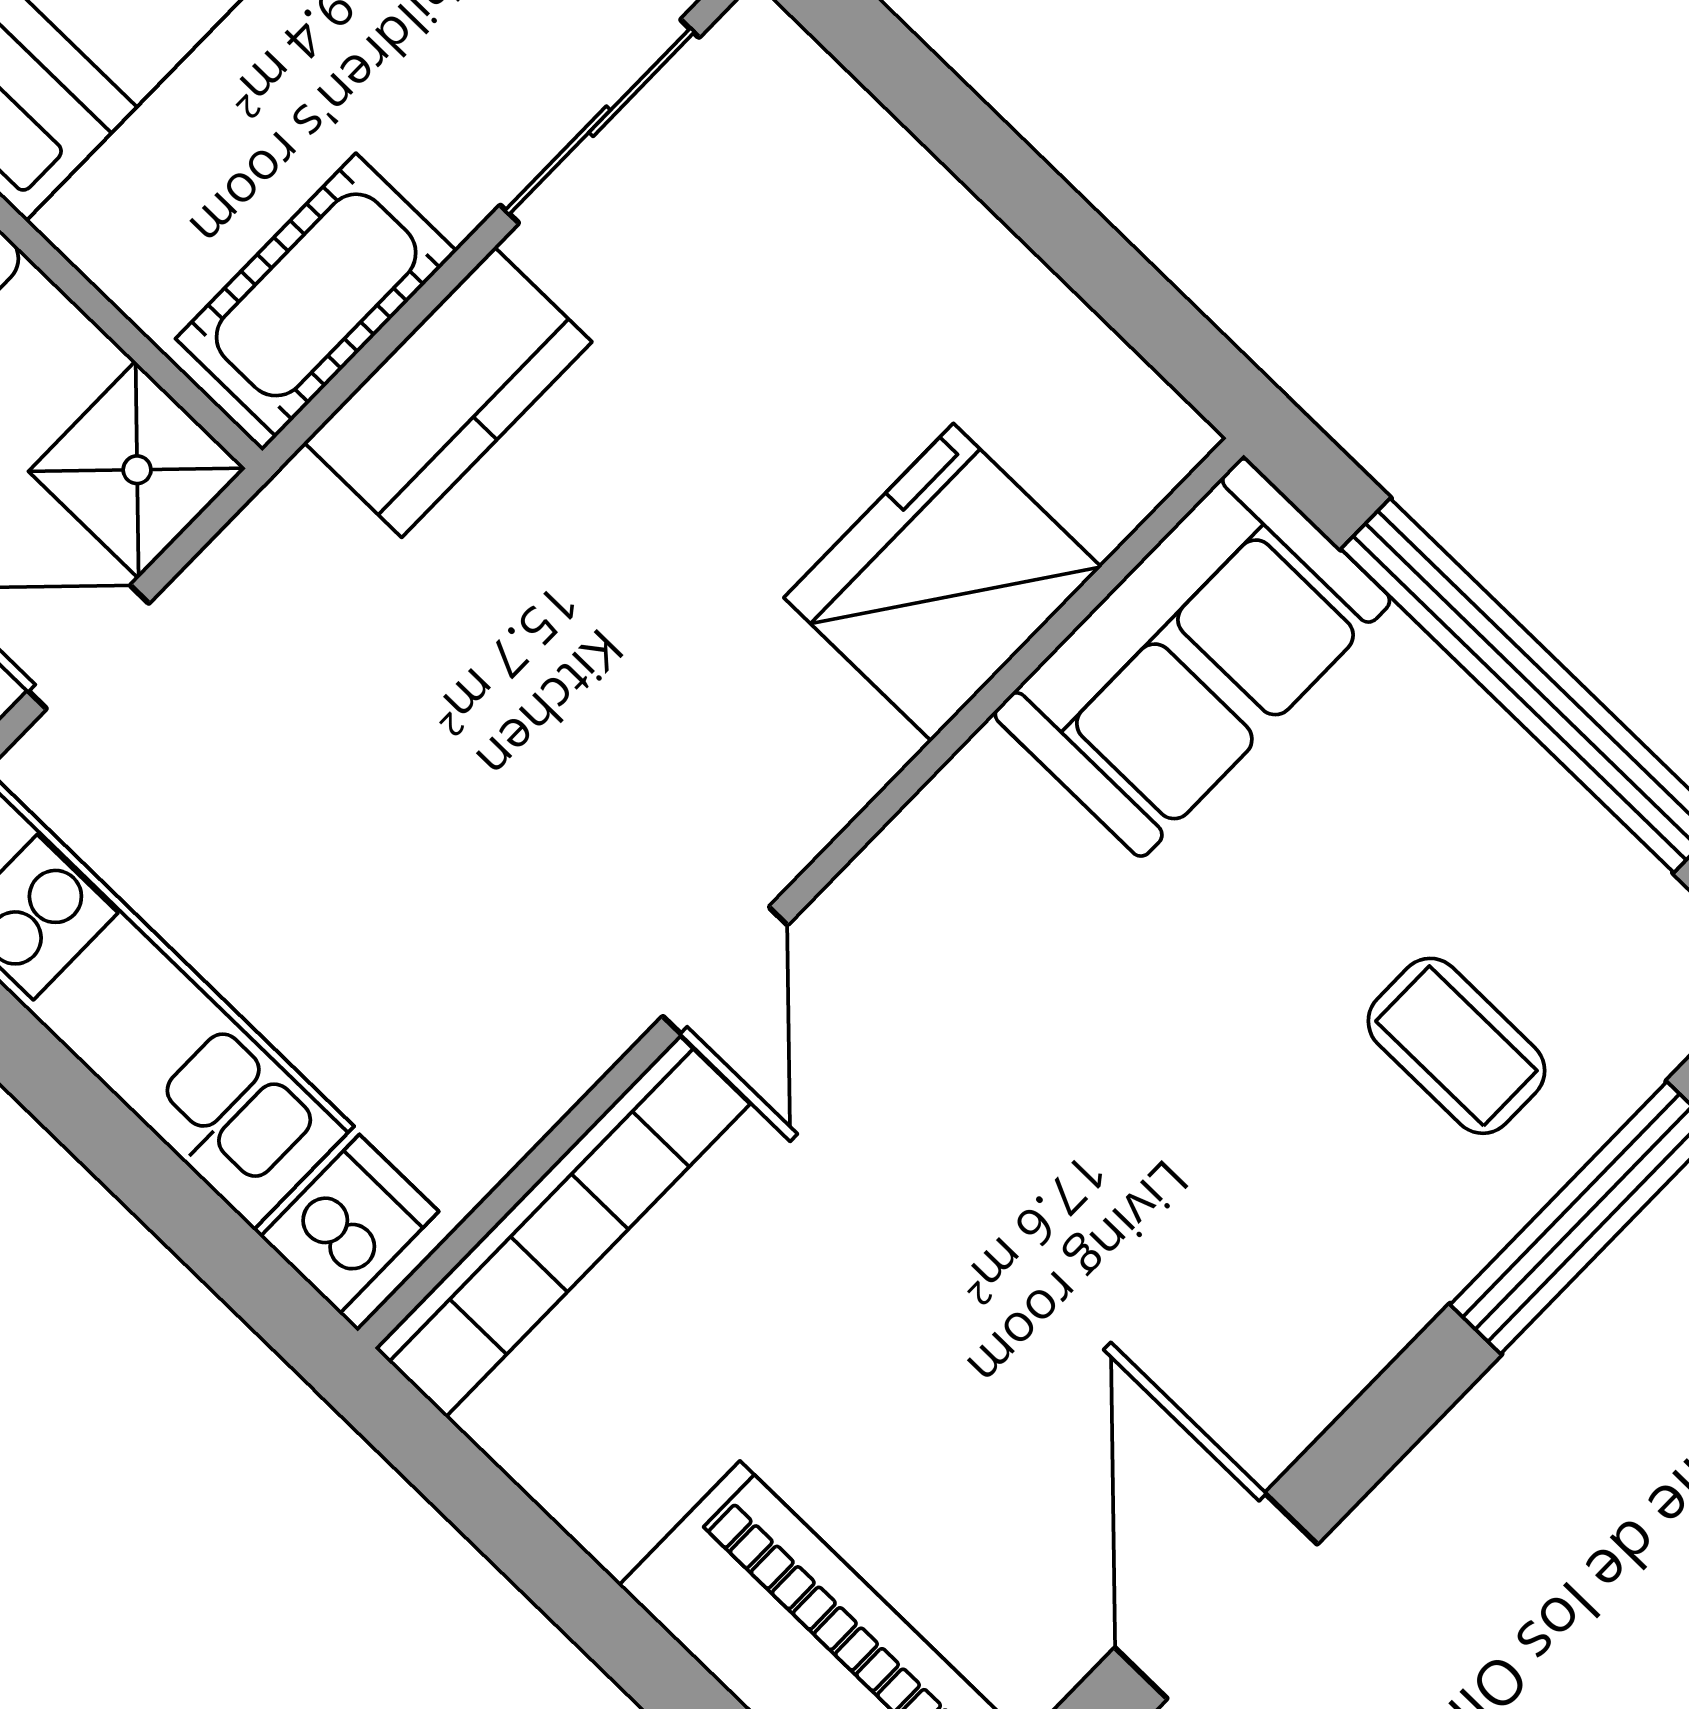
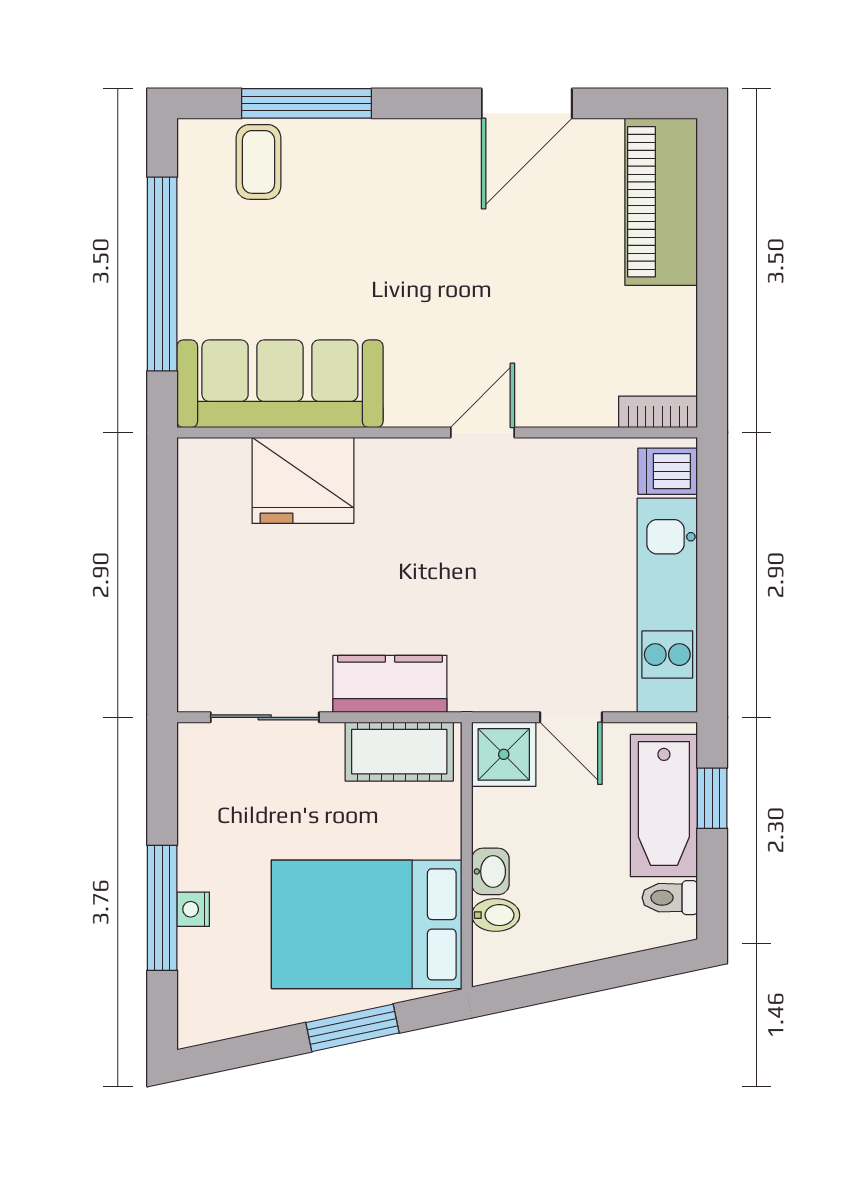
sofa: (1192, 657) -> (280, 384), width x1.36
coffee table: (1456, 1046) -> (259, 162), moved
bookcase: (562, 1226) -> (658, 412), width x0.43, depth x0.76

